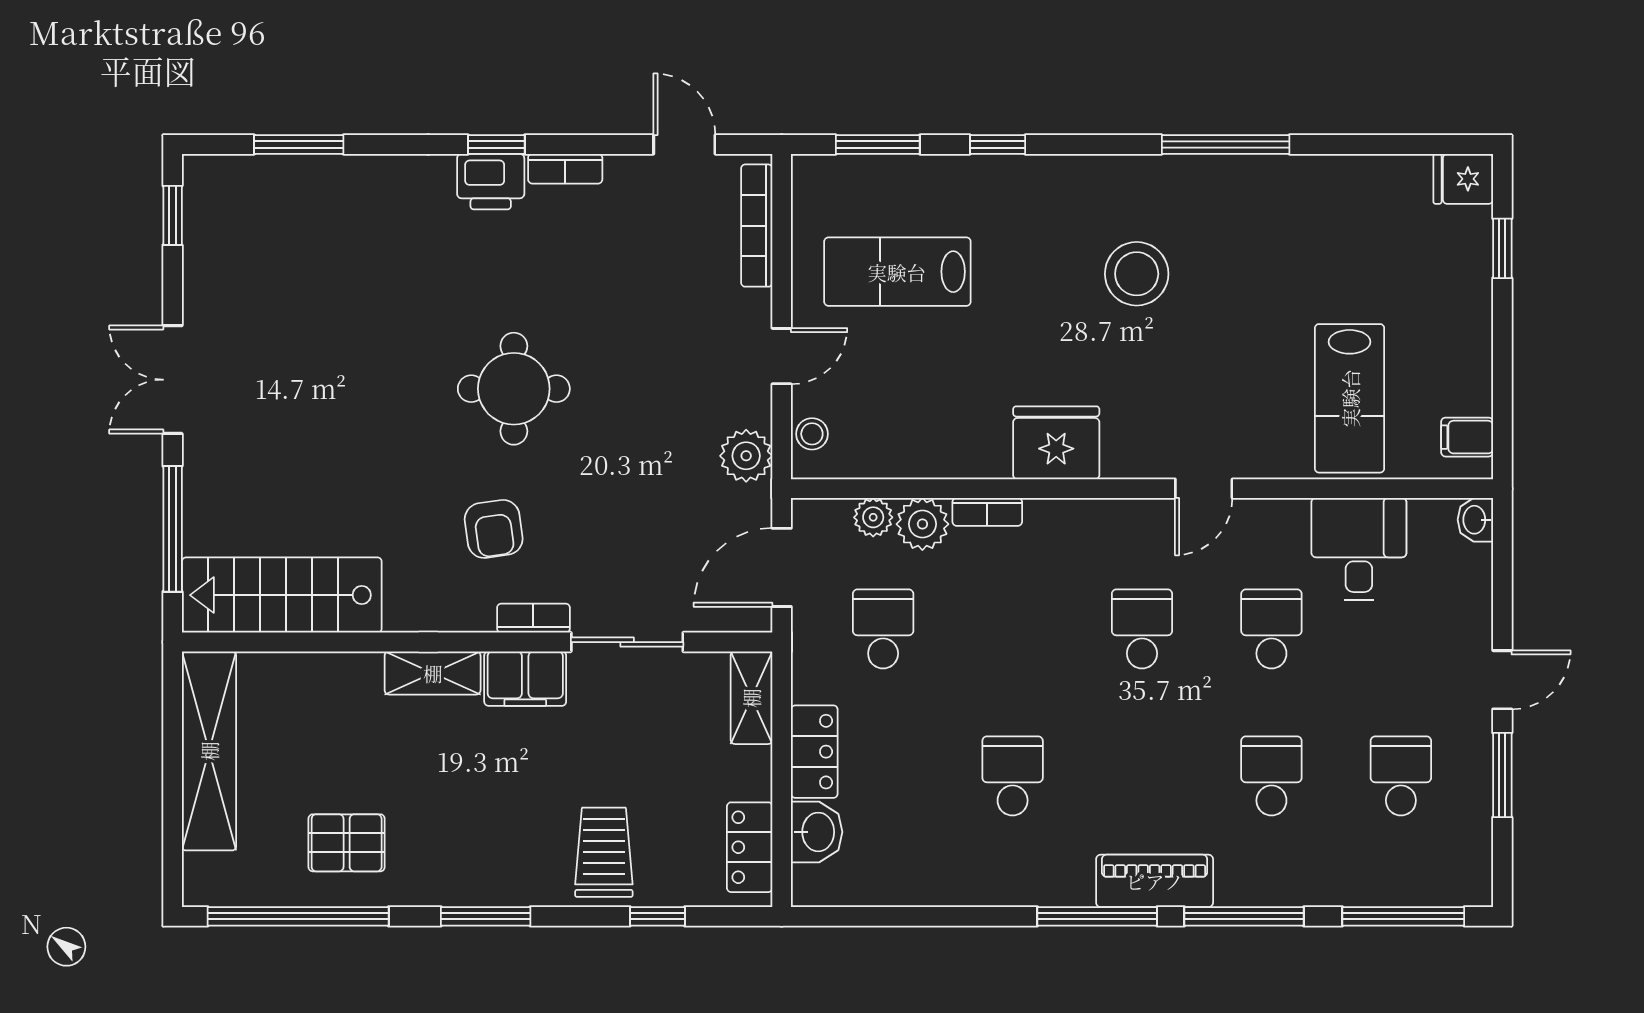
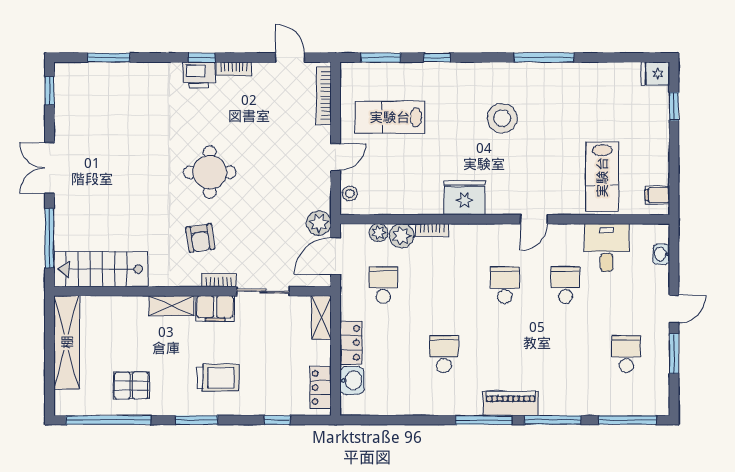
plant: (746, 456) -> (319, 223), moved
washbasin: (1475, 520) -> (661, 254), moved
school desk: (1271, 776) -> (566, 354), removed
trolley: (604, 852) -> (218, 378), moved, turned 90

